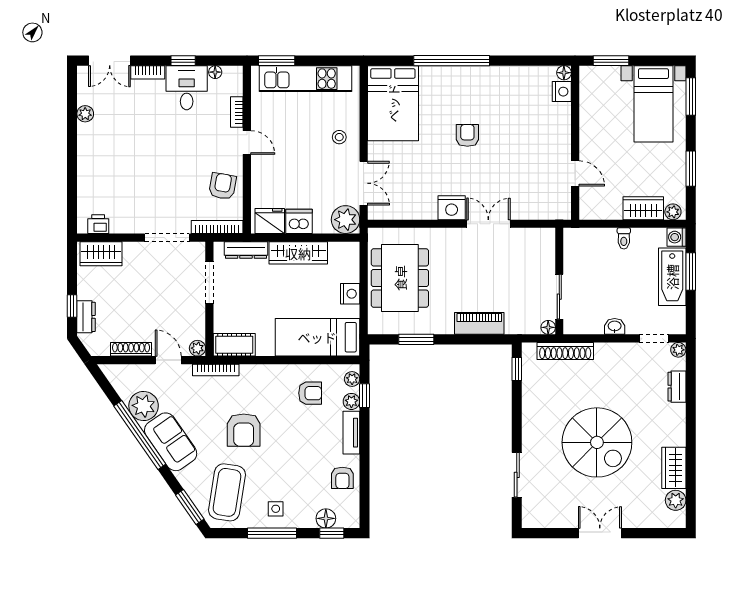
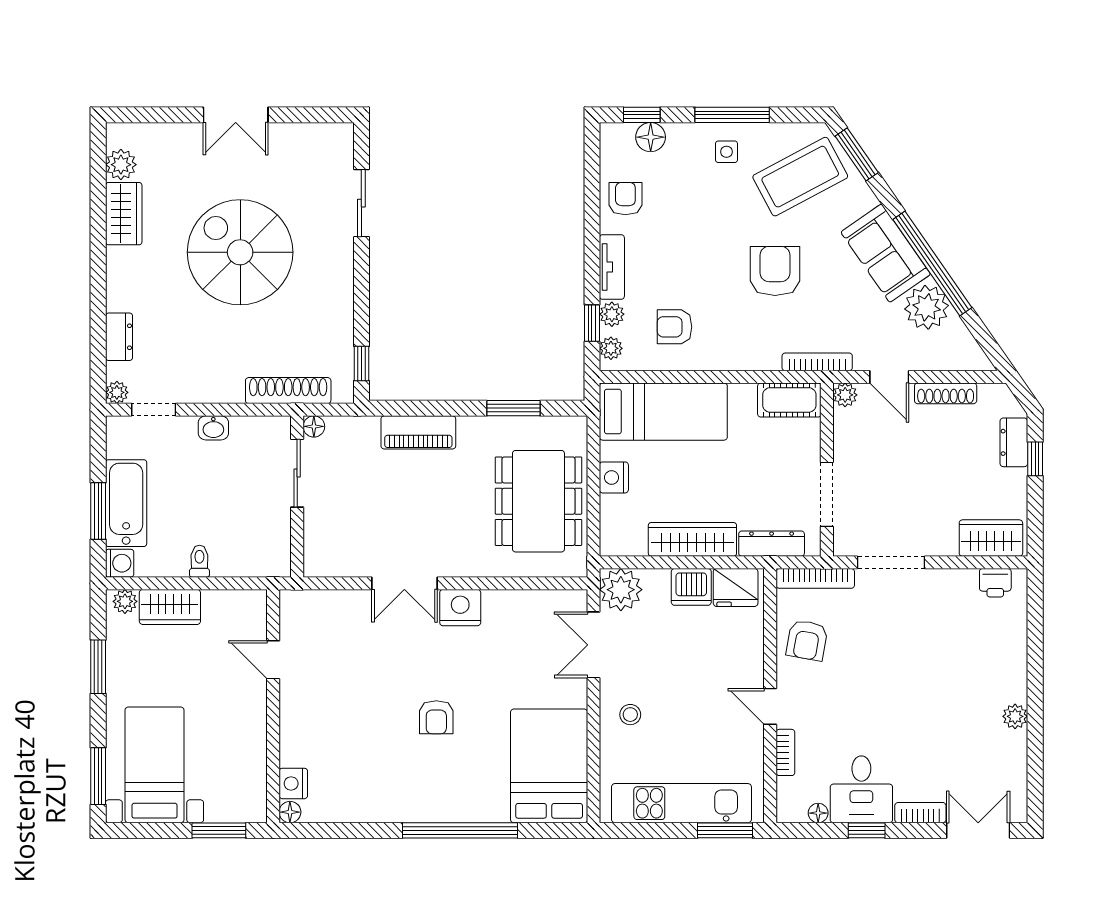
plant: (85, 114) -> (1015, 716), moved
coffee table: (227, 492) -> (800, 177), turned 53

